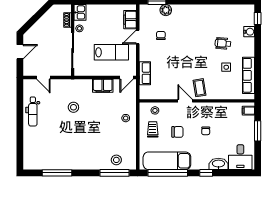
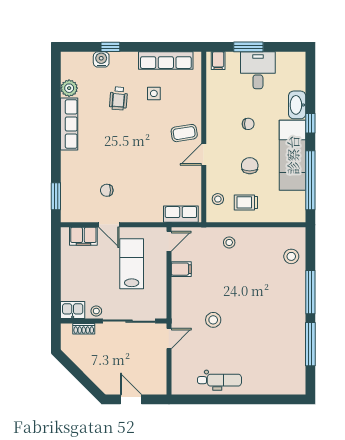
plant: (166, 10) -> (69, 88), moved
row of seats: (206, 10) -> (69, 124), added
window: (258, 18) -> (110, 47), moved
row of seats: (145, 73) -> (181, 214), moved
door: (43, 77) -> (169, 339), moved
door: (126, 77) -> (169, 241), hinge flipped
filing cabinet: (103, 86) -> (181, 269), width x0.50
desk: (240, 157) -> (258, 70), moved, turned -90
exam couch: (167, 161) -> (293, 155), moved
window: (114, 173) -> (310, 292), moved

